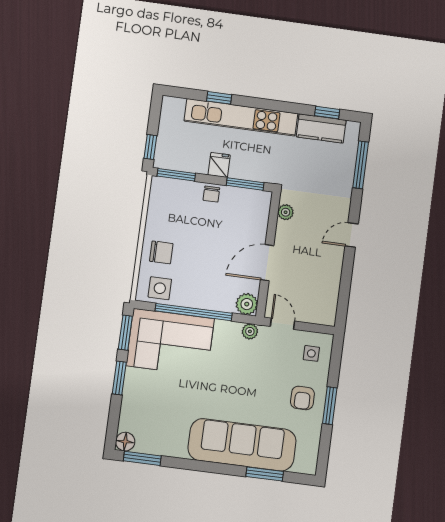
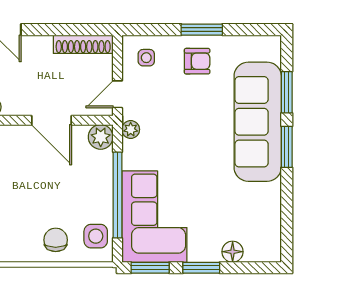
shoe rack: (330, 299) -> (83, 44), added
floor lamp: (125, 442) -> (233, 252), moved
window: (142, 458) -> (287, 147), moved

